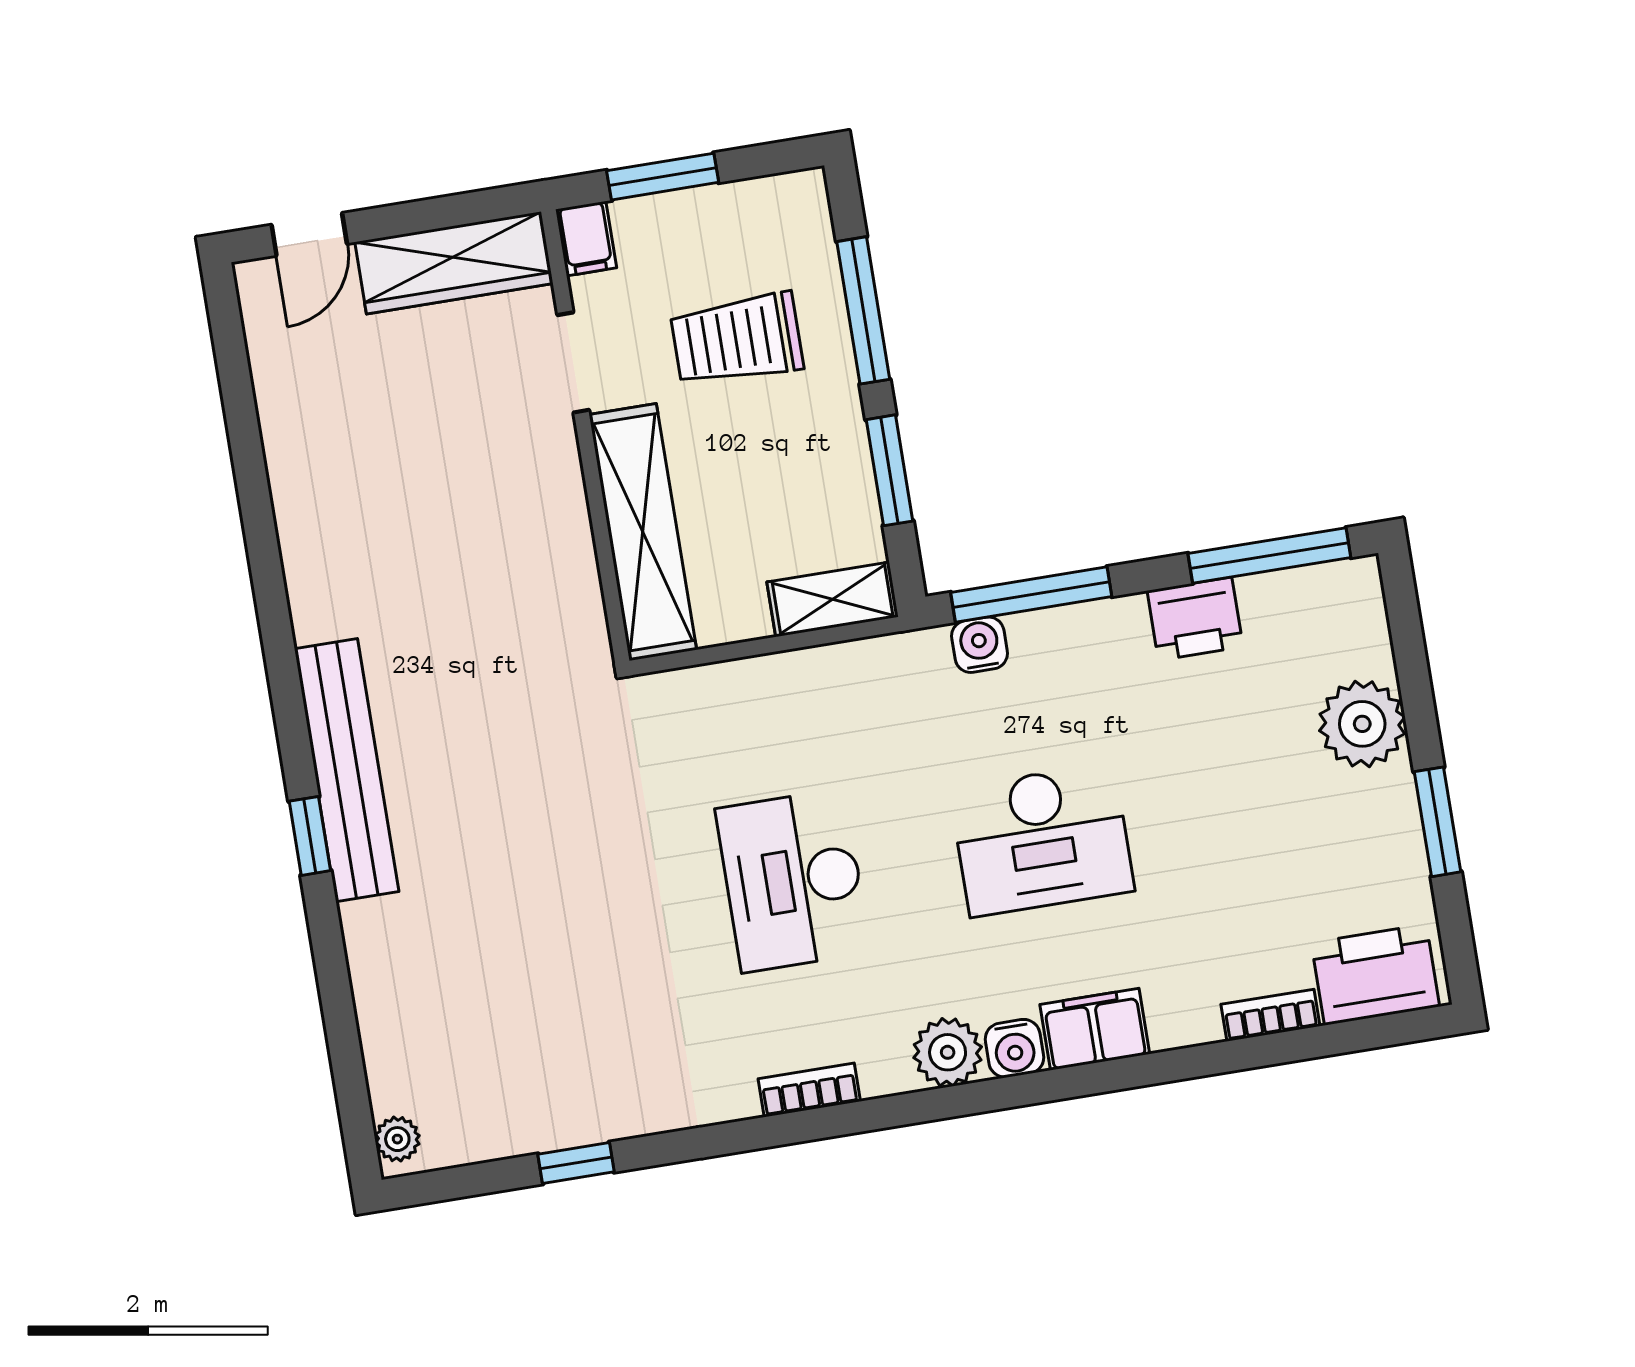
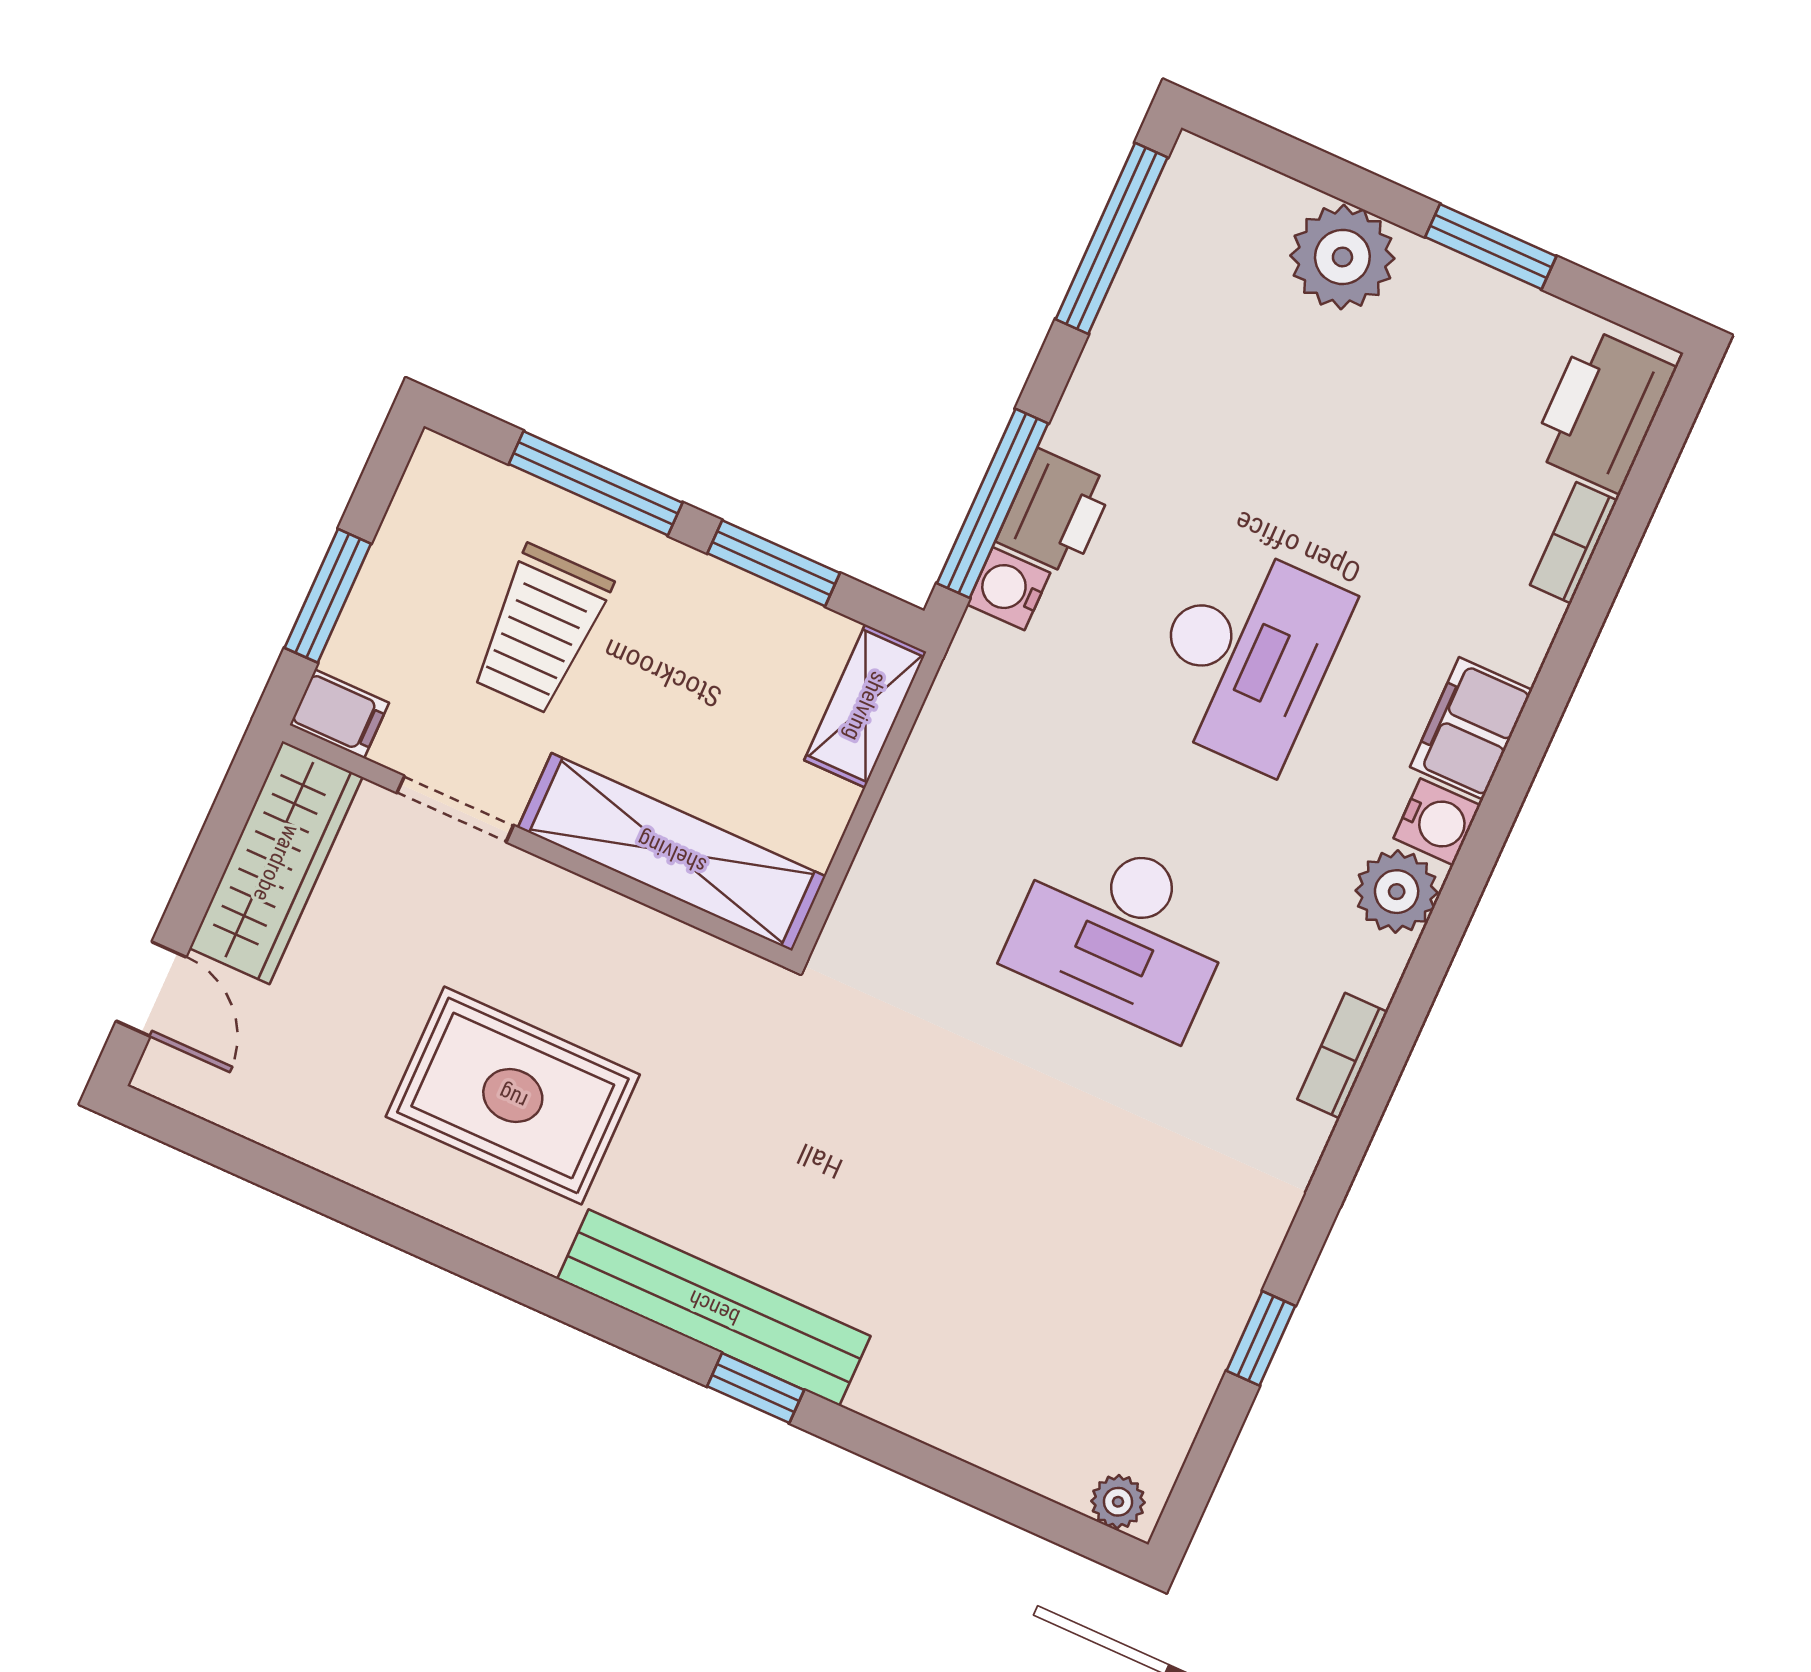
rug: (401, 534) -> (513, 1096), added
printer: (1195, 619) -> (1055, 512), moved

